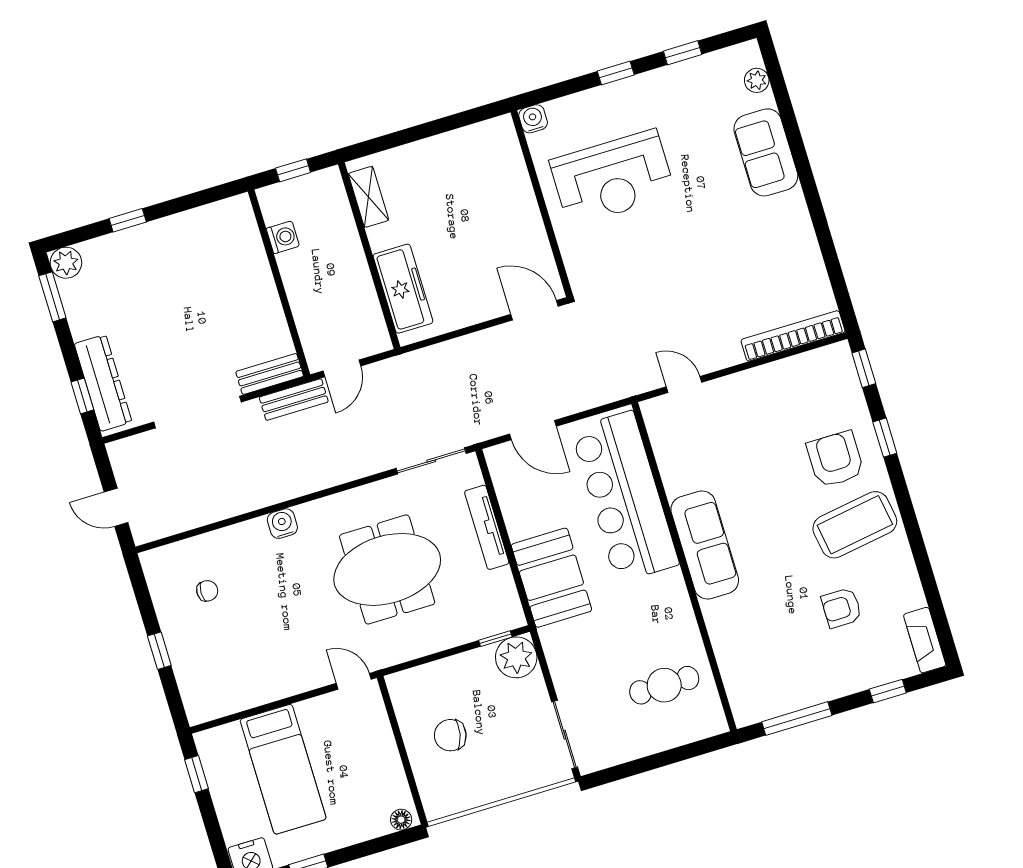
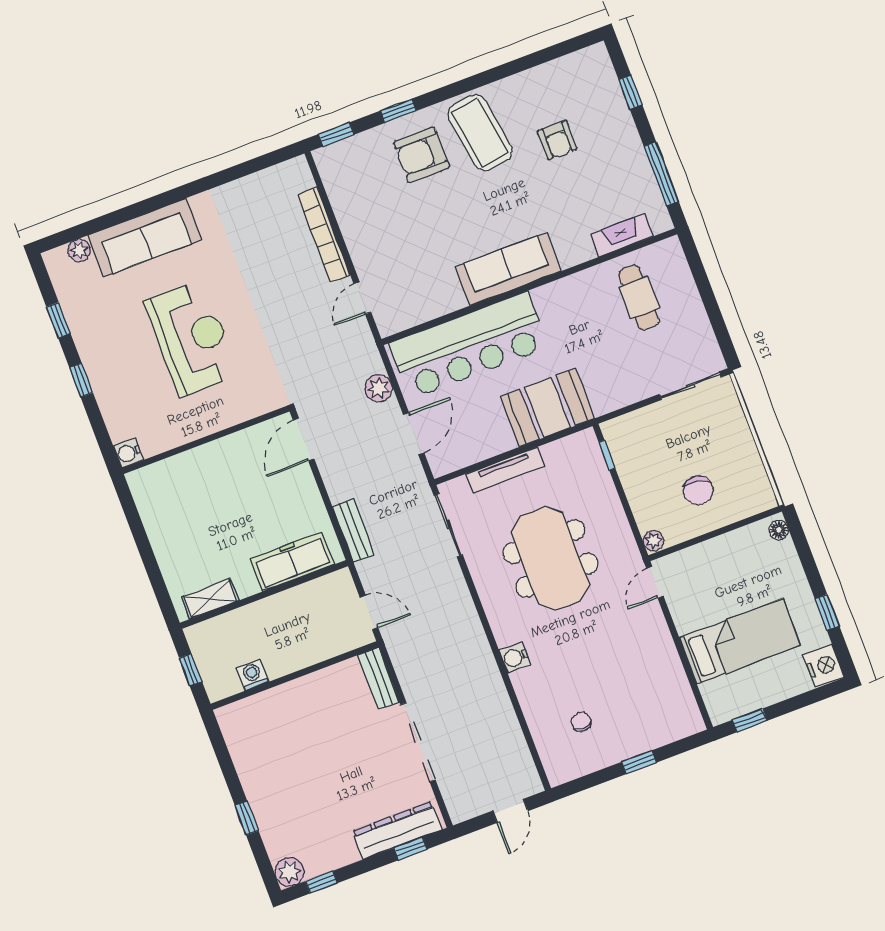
sofa: (766, 152) -> (145, 238), width x1.36
reception desk: (613, 178) -> (192, 338), moved
window: (52, 297) -> (321, 882), width x0.67
bookcase: (793, 336) -> (324, 235), moved
plant: (585, 395) -> (378, 388), added
bench: (294, 400) -> (354, 530), moved
fireplace: (925, 640) -> (622, 235), moved, turned 180
plant: (516, 657) -> (653, 541), moved, width x0.53, depth x0.53

